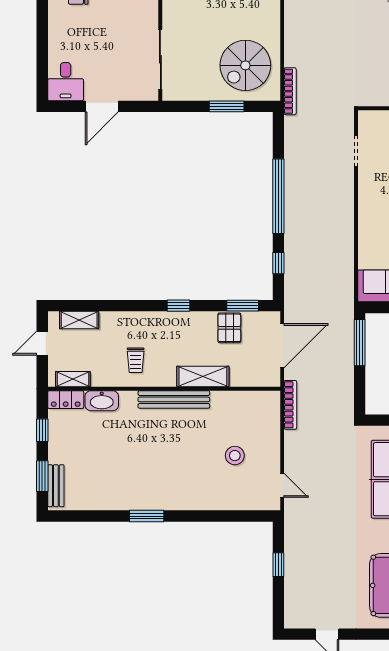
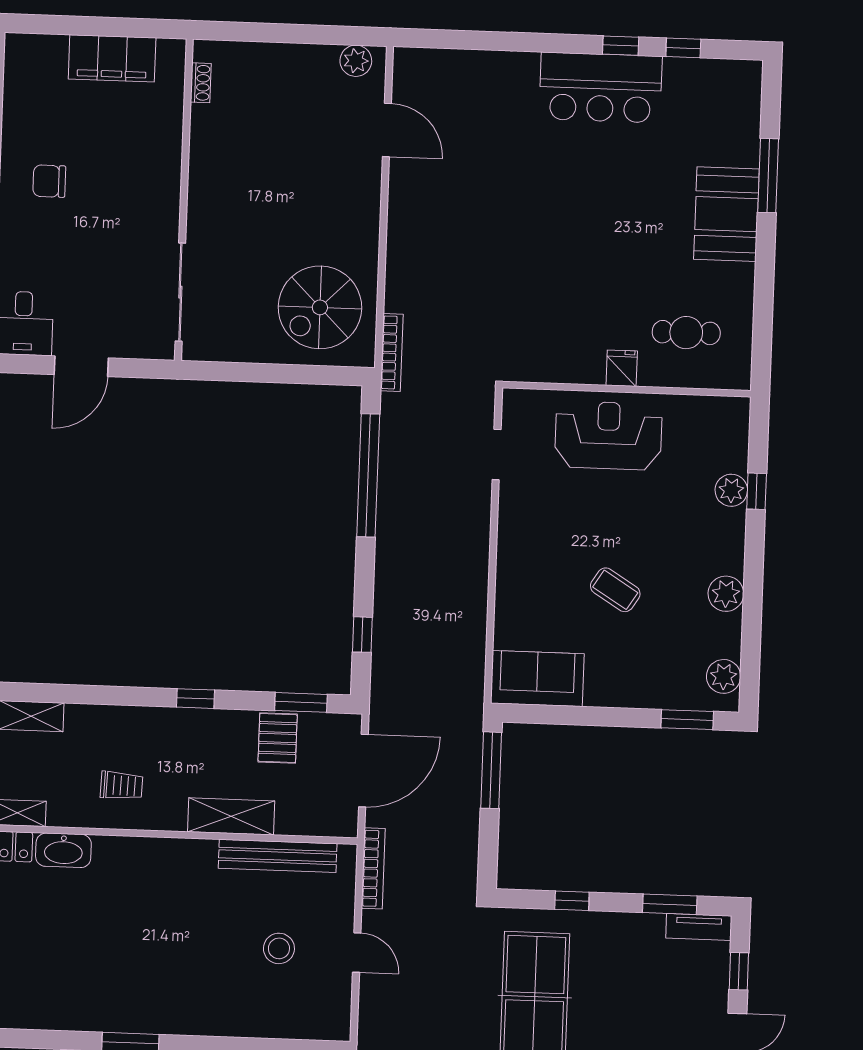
window: (227, 106) -> (287, 374), removed
window: (278, 196) -> (368, 475), moved
trolley: (136, 360) -> (122, 786), turned -88
bench: (174, 399) -> (278, 856), moved
door: (282, 485) -> (357, 953), moved

